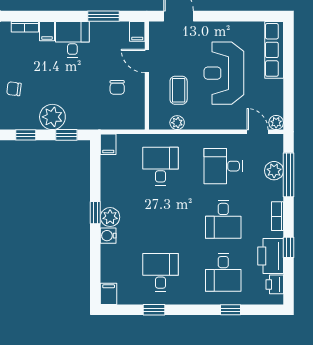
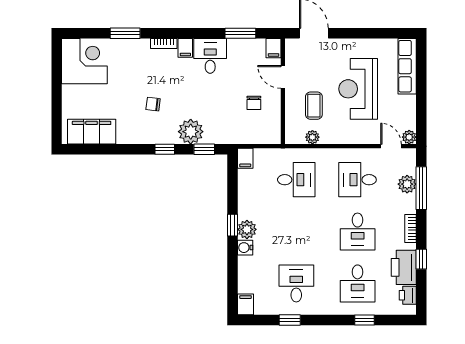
desk: (161, 166) -> (296, 180), turned 90

